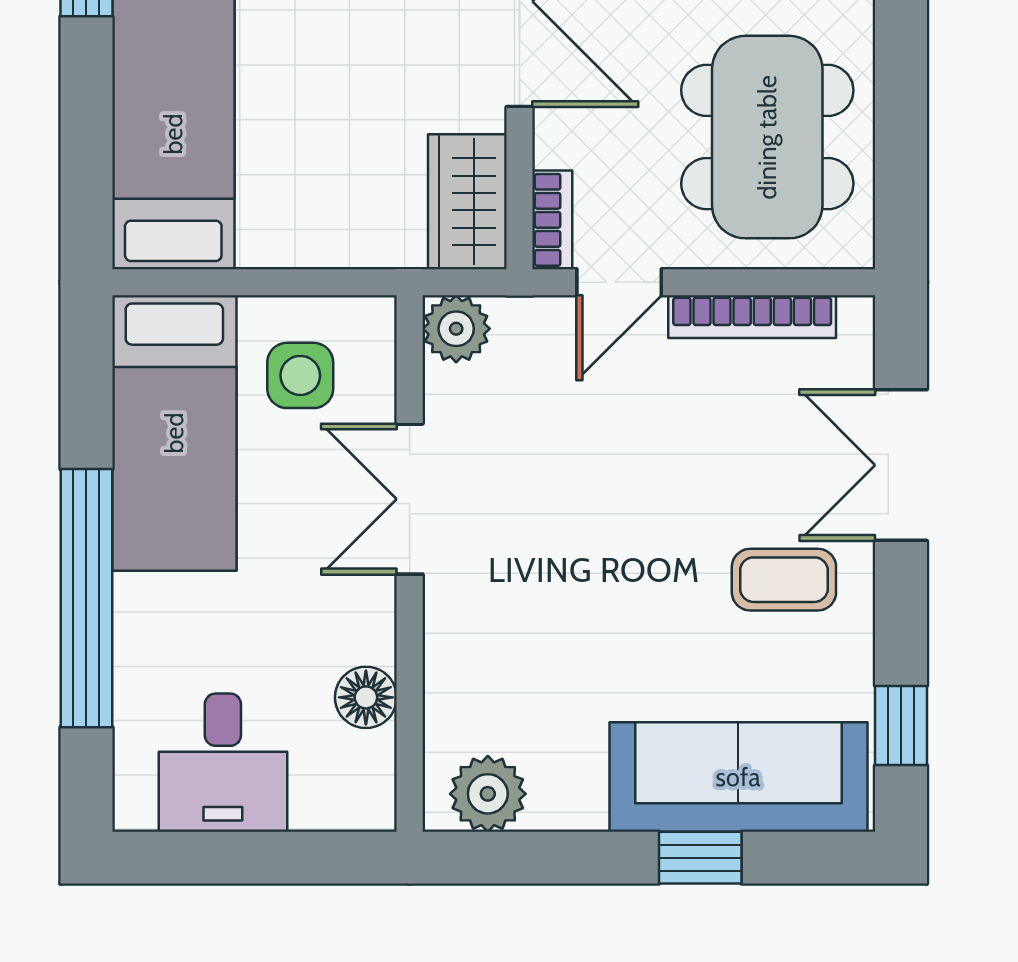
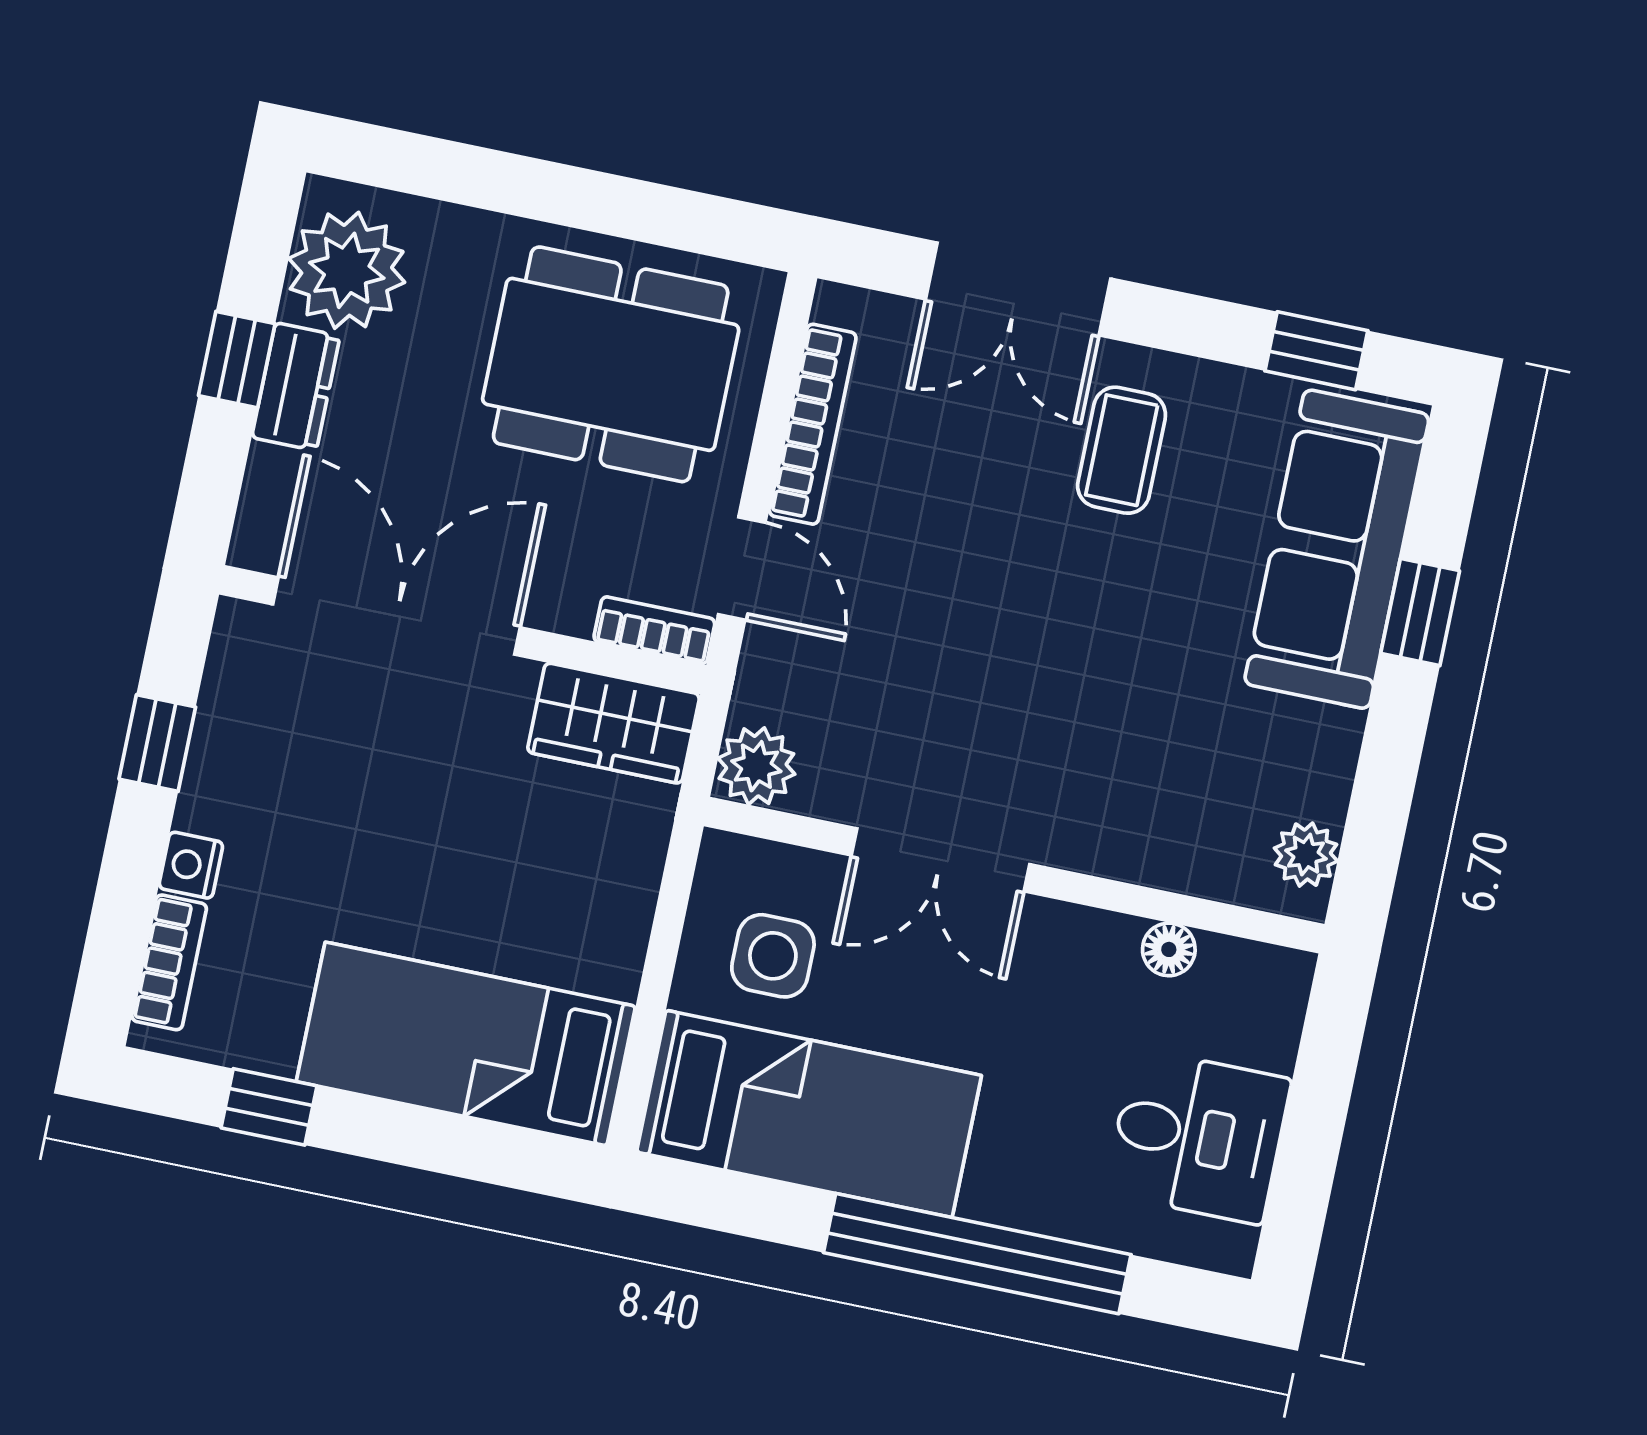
floor lamp: (366, 697) -> (1169, 949), width x0.73, depth x0.73
plant: (488, 794) -> (1306, 855), width x0.73, depth x0.73

